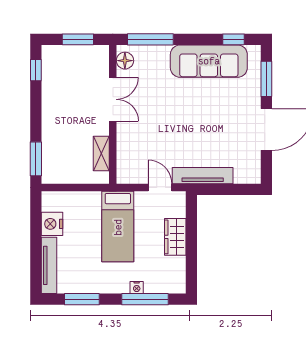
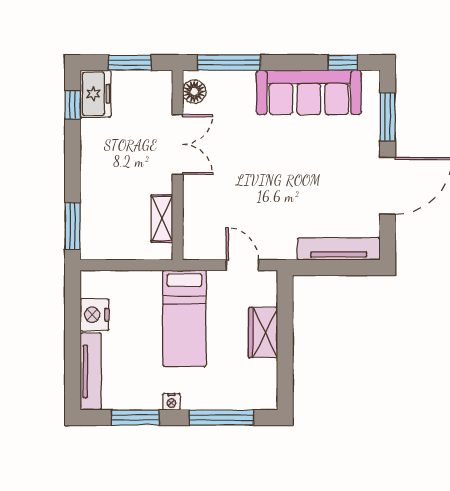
freezer: (53, 62) -> (95, 94), added
tv unit: (203, 176) -> (339, 249), moved
nightstand: (137, 288) -> (171, 402), moved

